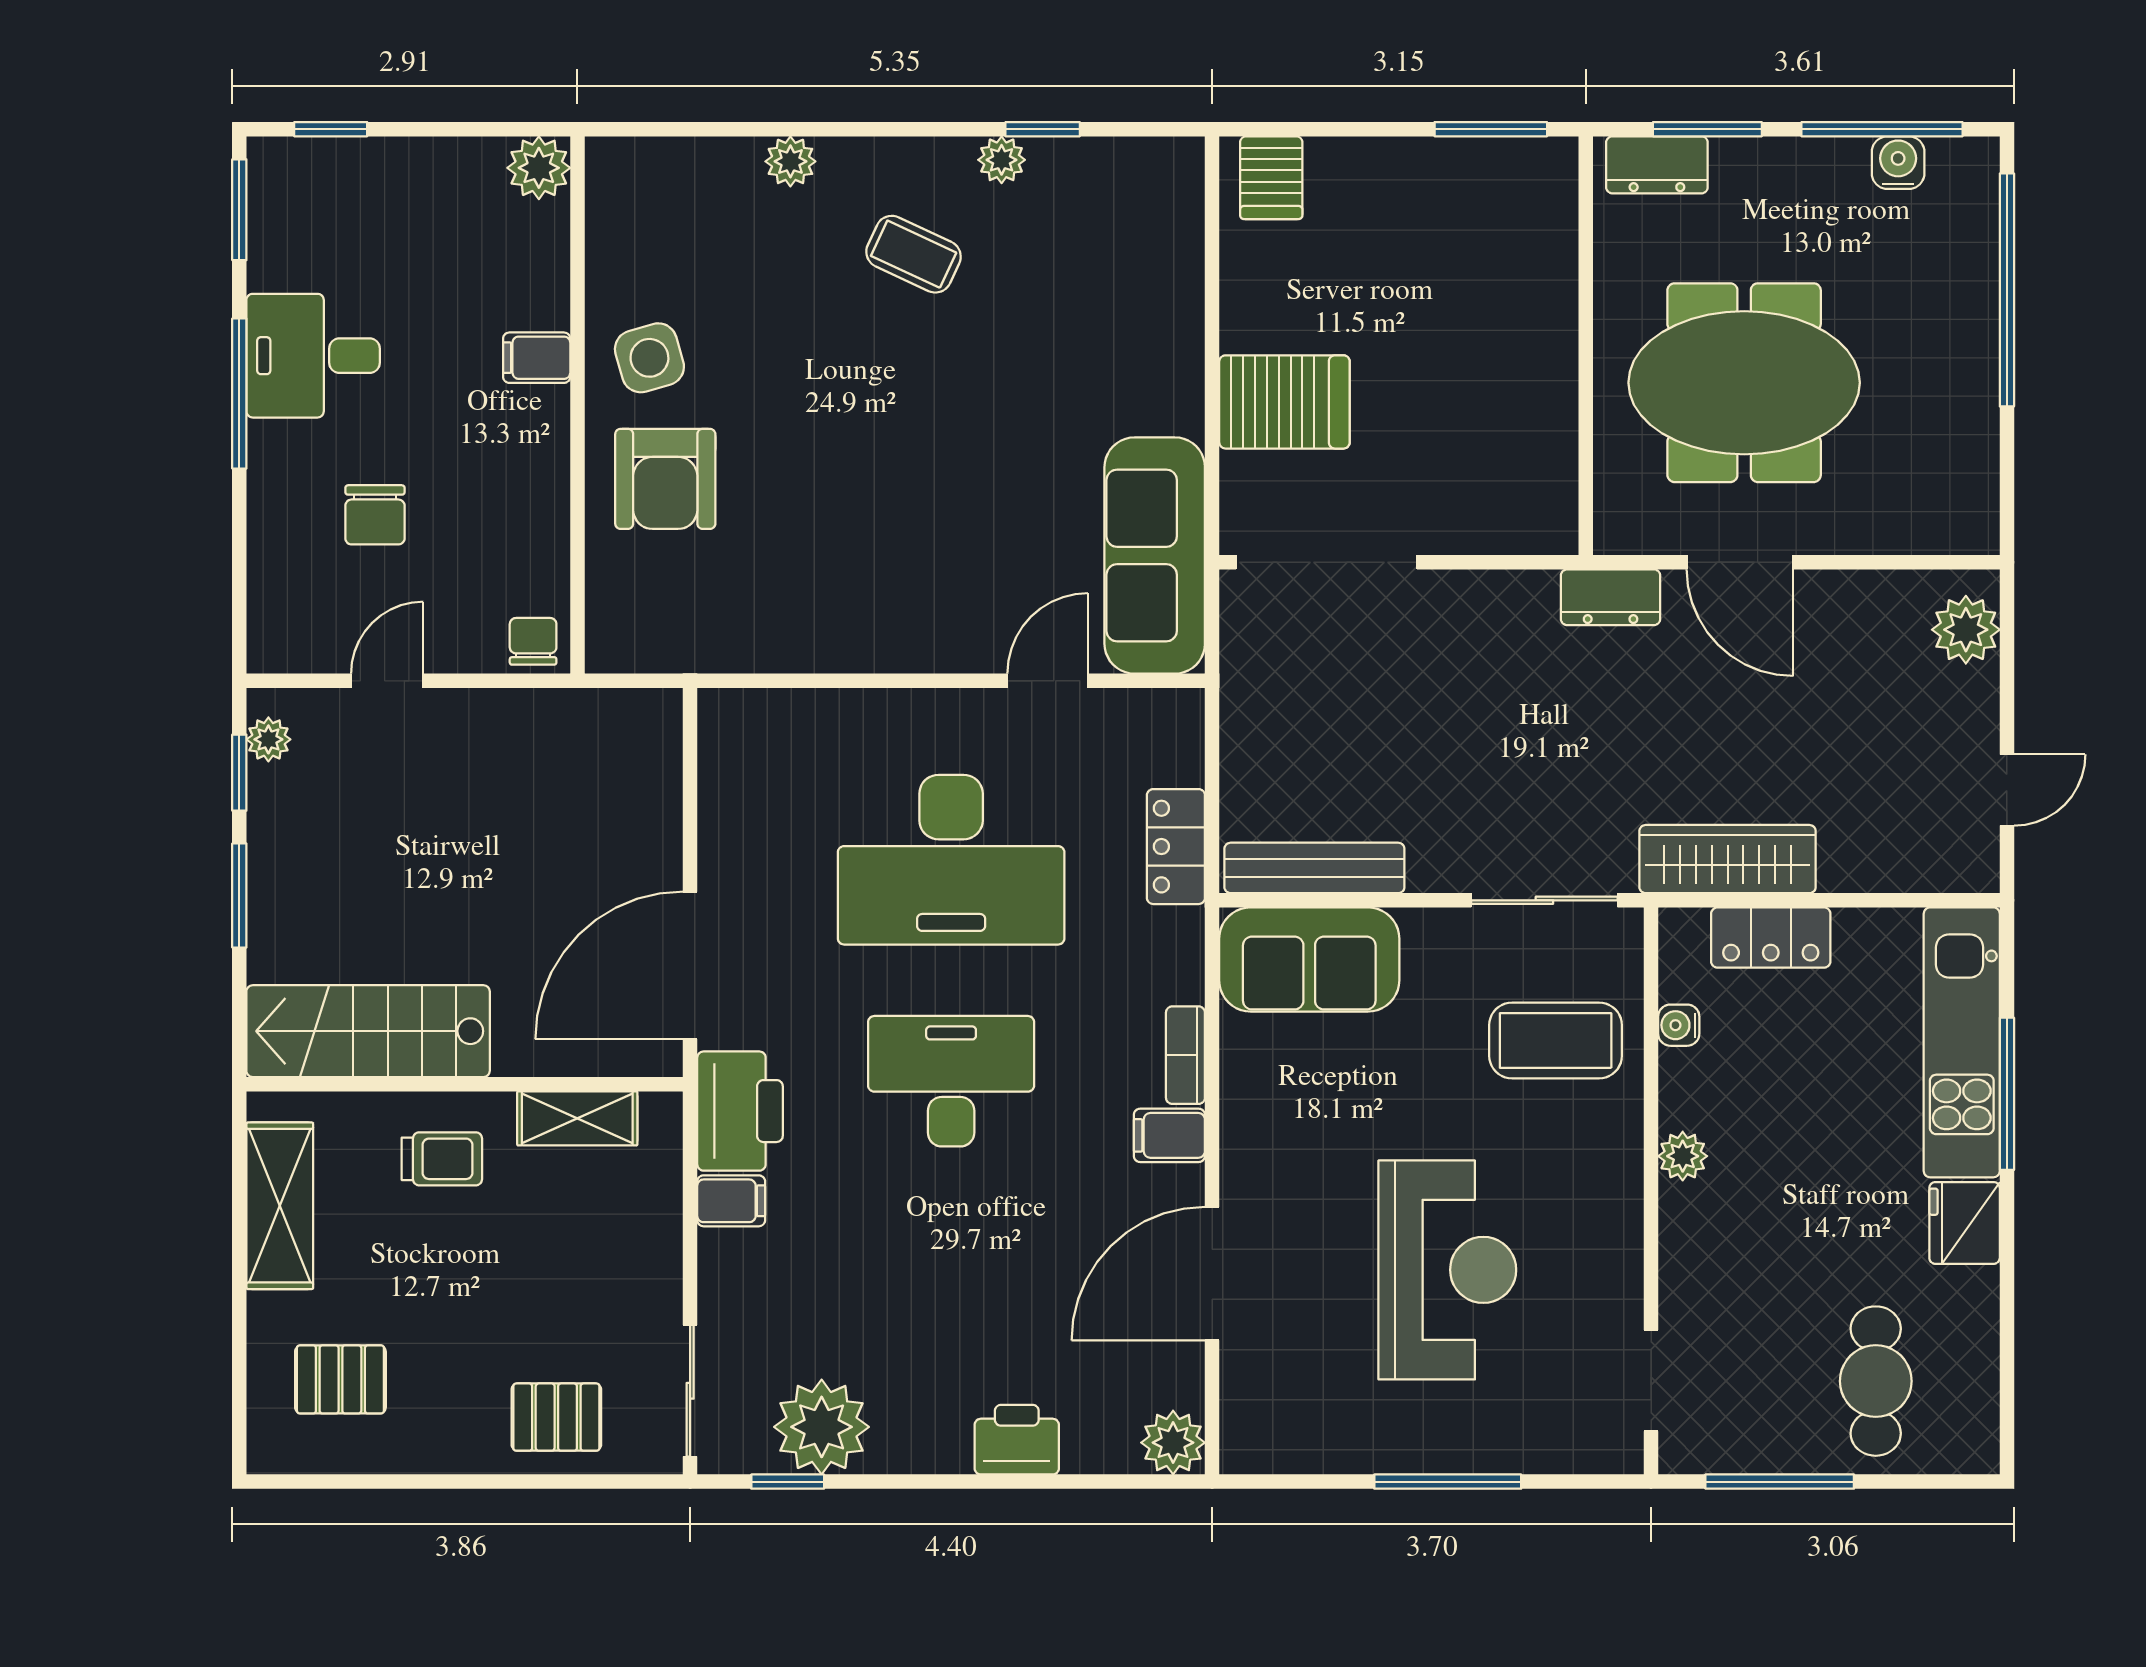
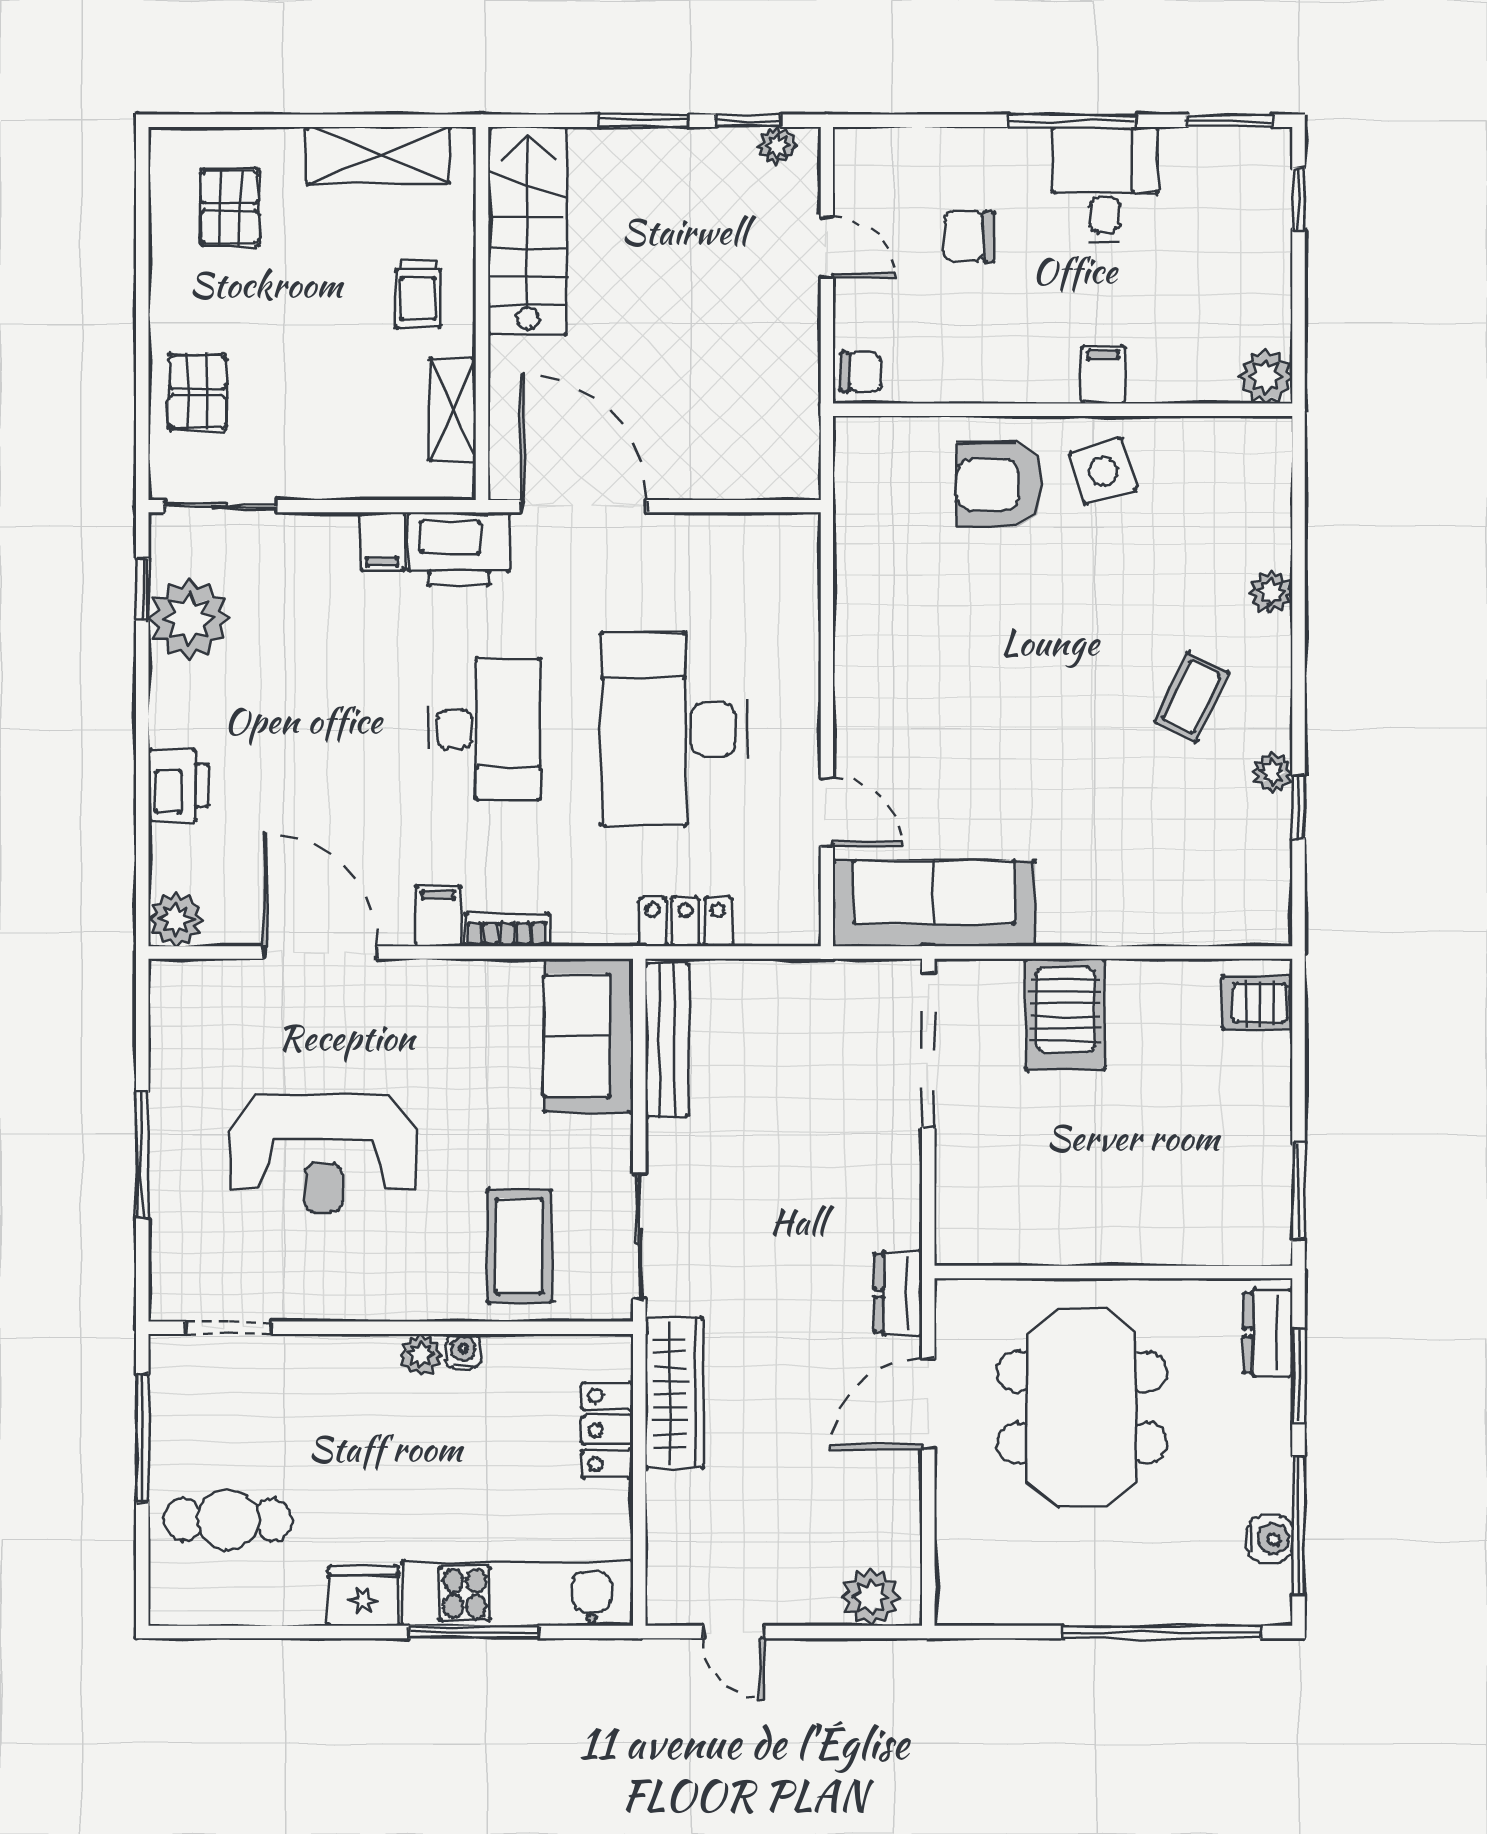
water cooler: (1679, 1025) -> (463, 1351), moved

